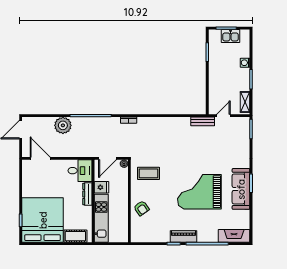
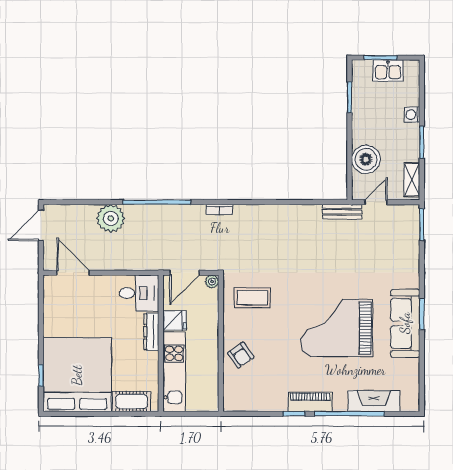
boiler: (217, 90) -> (366, 159), added
fireplace: (234, 236) -> (374, 401), moved

